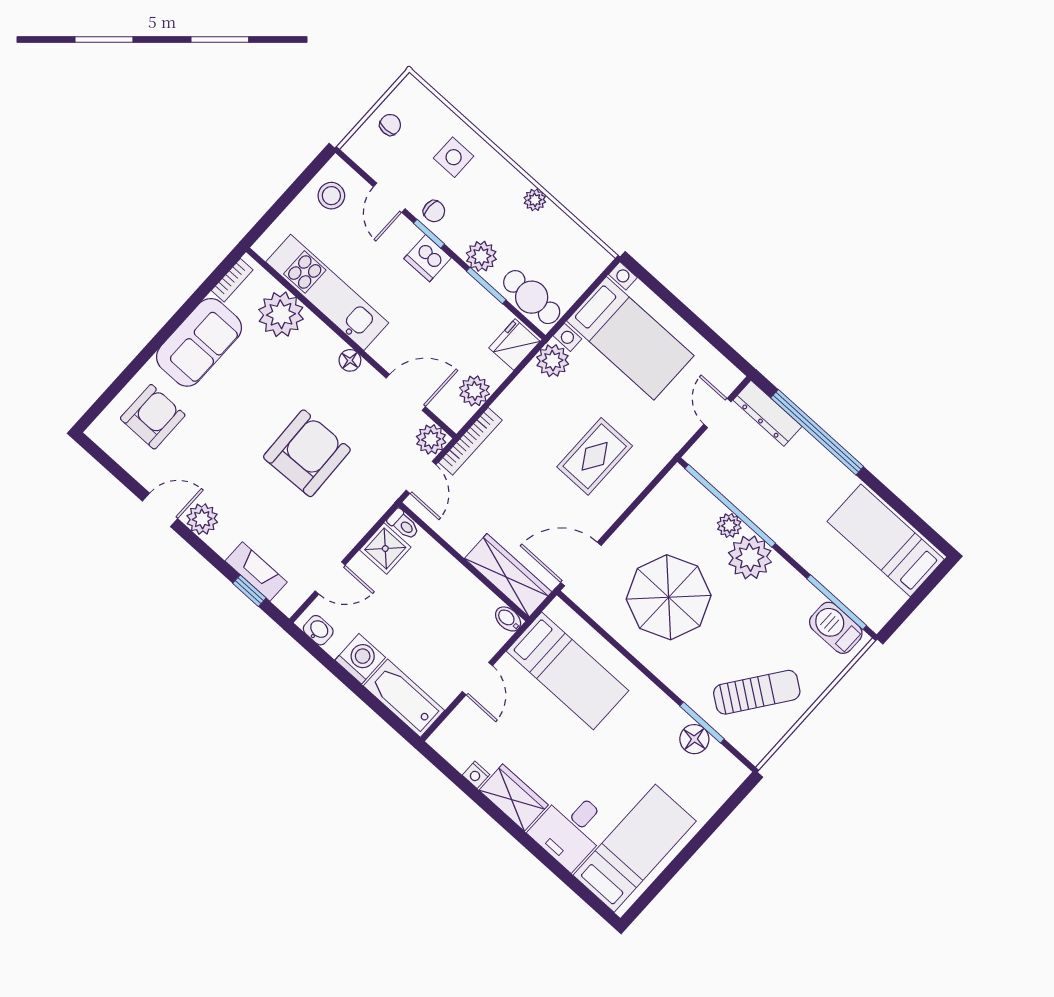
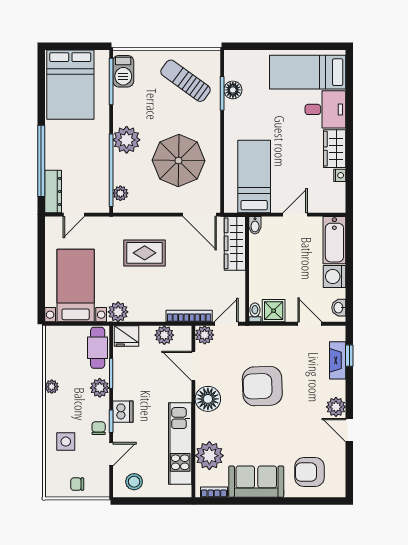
floor lamp: (350, 360) -> (208, 399), width x1.89, depth x1.89
plant: (729, 525) -> (120, 193), moved
bed: (886, 540) -> (70, 85), width x1.50

